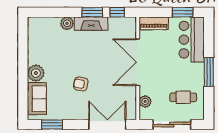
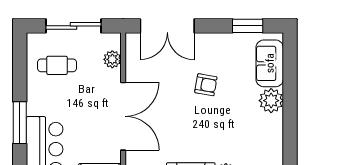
window: (209, 72) -> (20, 123), moved

